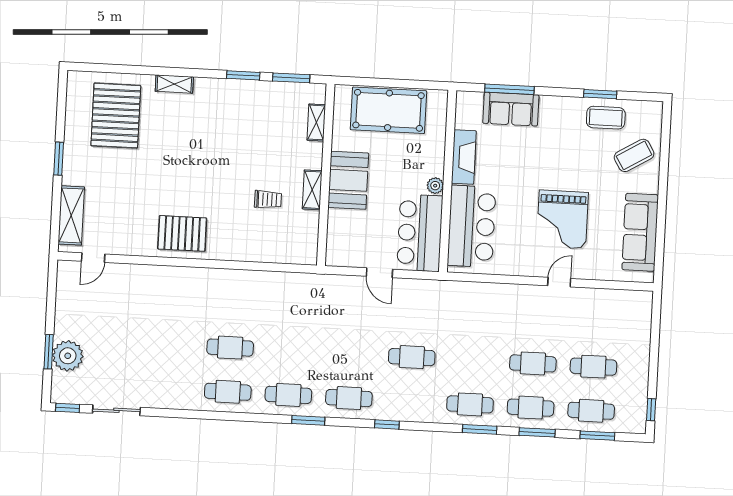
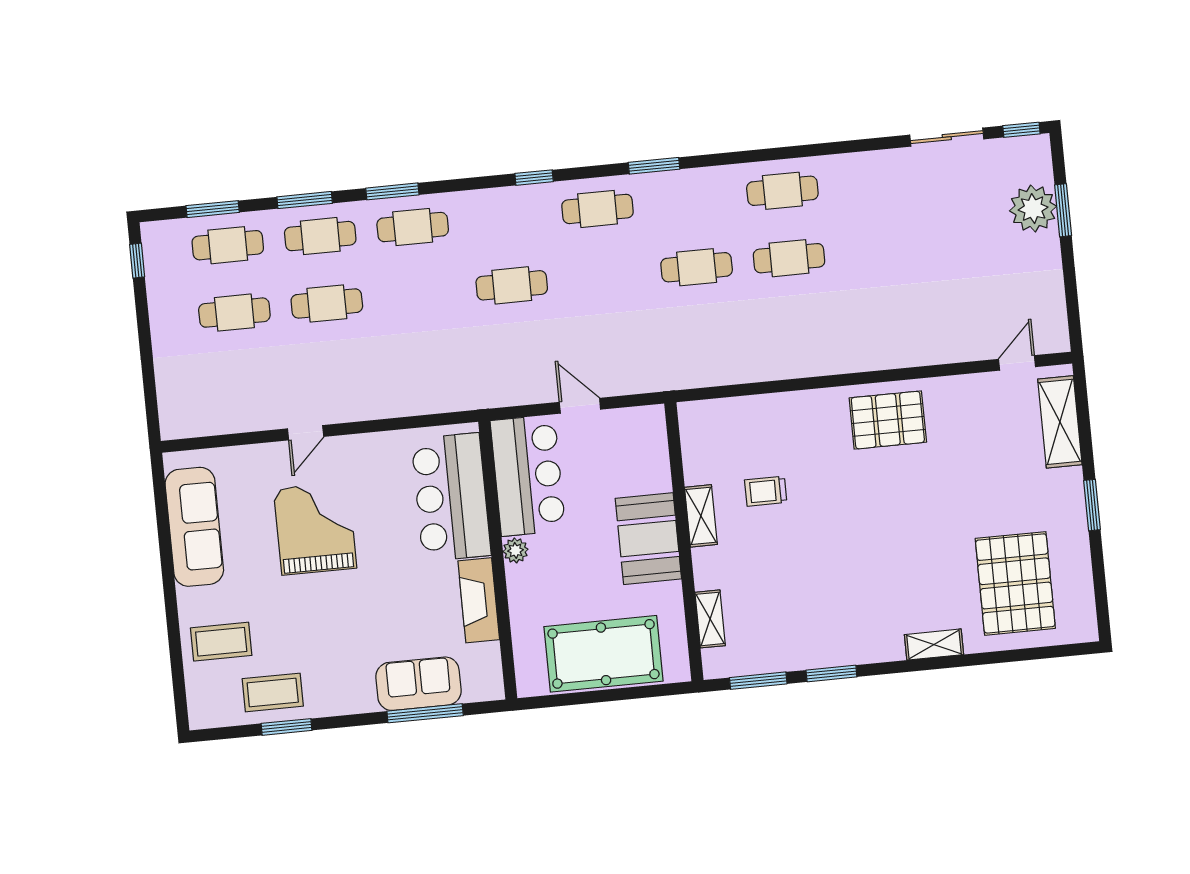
coffee table: (634, 155) -> (221, 642), turned 31
cafe table: (288, 395) -> (697, 267), moved

